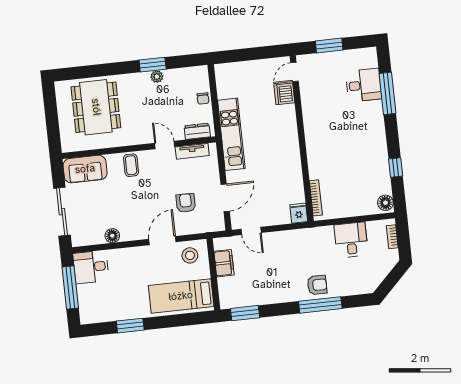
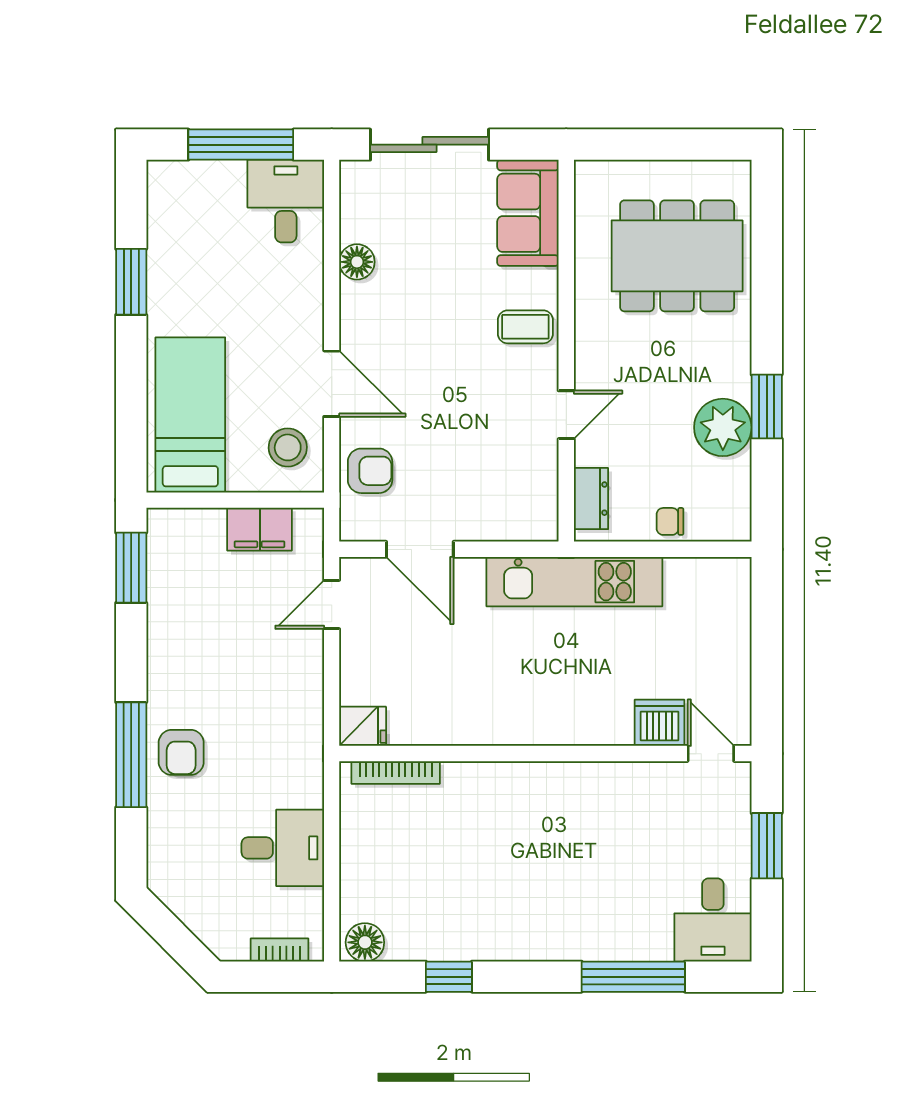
plant: (157, 77) -> (723, 427), width x1.87, depth x1.87
desk: (364, 85) -> (713, 920), moved
tv unit: (192, 151) -> (543, 481), removed
armchair: (186, 203) -> (370, 471), moved

